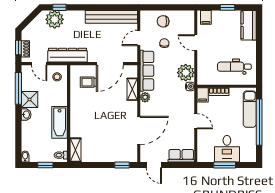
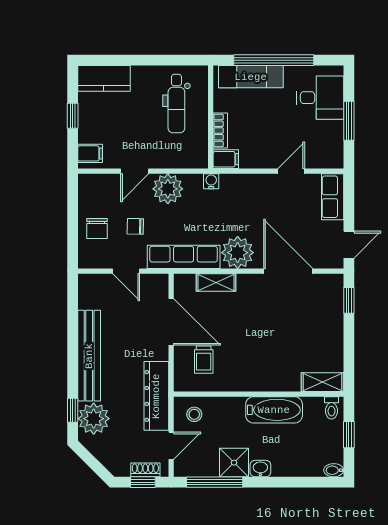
bench: (111, 17) -> (89, 356), moved
plant: (186, 73) -> (168, 189), moved
plant: (145, 97) -> (238, 253), width x1.88, depth x1.88
door: (196, 121) -> (291, 171), moved
desk: (227, 149) -> (320, 98), moved

